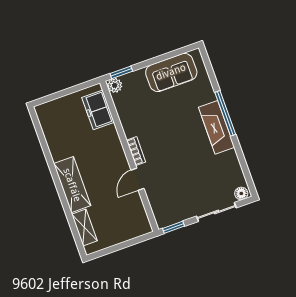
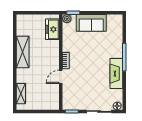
sofa: (171, 72) -> (91, 23), moved
fireplace: (216, 127) -> (116, 74), moved
shelving: (72, 185) -> (23, 52), moved

